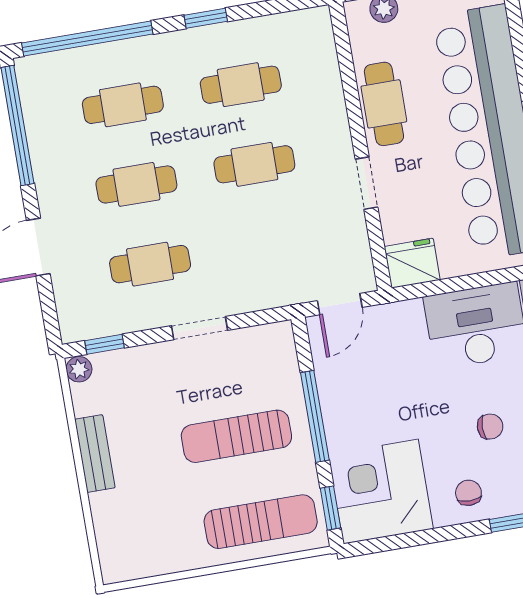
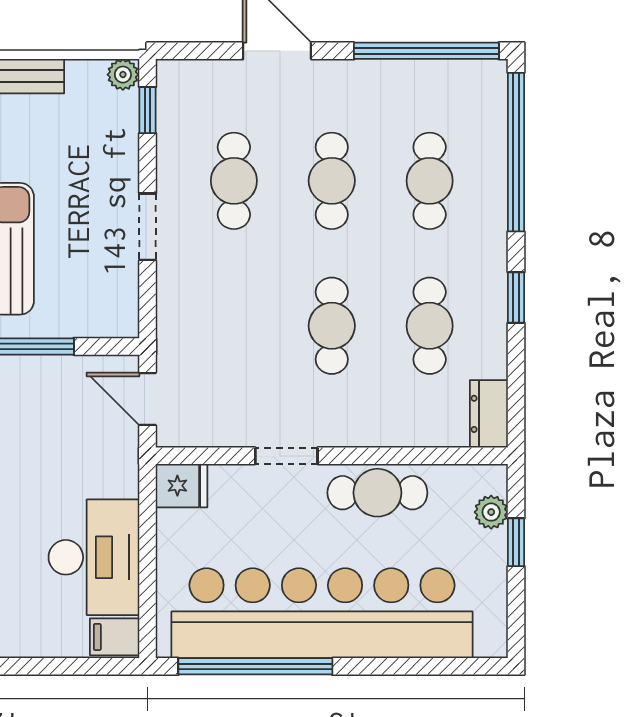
dresser: (304, 24) -> (489, 414), added
fridge: (412, 263) -> (181, 486), width x0.72

